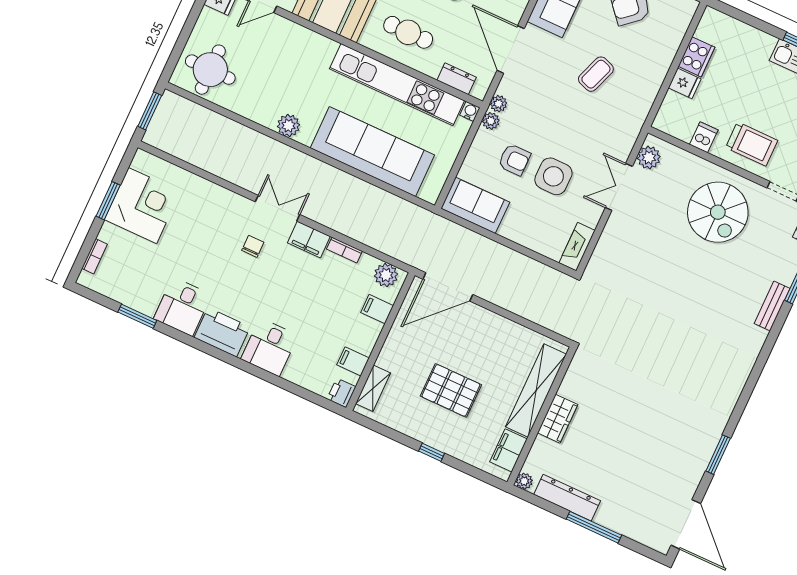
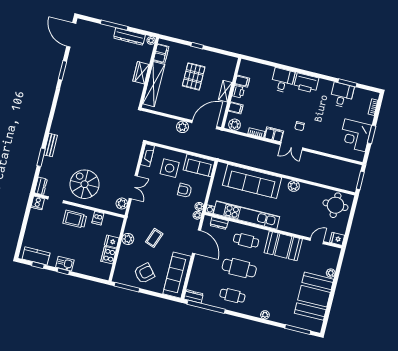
plant: (650, 82) -> (128, 239), added
side table: (553, 176) -> (170, 168), moved
plant: (494, 291) -> (182, 127), added
desk: (183, 307) -> (342, 95), moved
shelving: (373, 388) -> (225, 91), moved
pallet: (451, 390) -> (194, 76), turned 90
printer: (341, 393) -> (238, 92), moved

